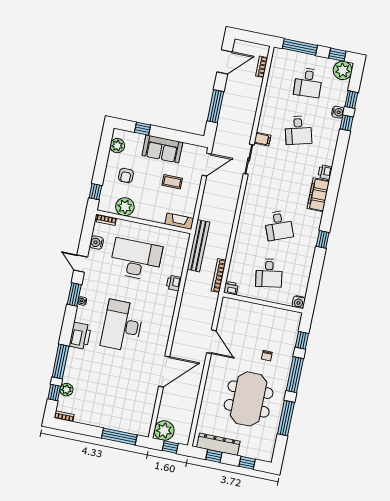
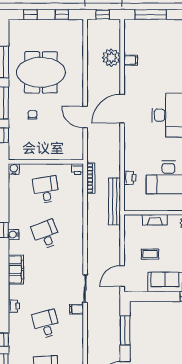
water cooler: (338, 112) -> (14, 234), moved
printer: (325, 172) -> (14, 306), moved
fireplace: (179, 221) -> (155, 220), moved
printer: (174, 283) -> (130, 178), moved
door: (164, 371) -> (122, 109), moved
filing cabinet: (150, 392) -> (131, 60), added
meeting table: (249, 399) -> (41, 72), turned 90
plant: (164, 431) -> (111, 58), moved
dresser: (218, 444) -> (60, 26), removed

